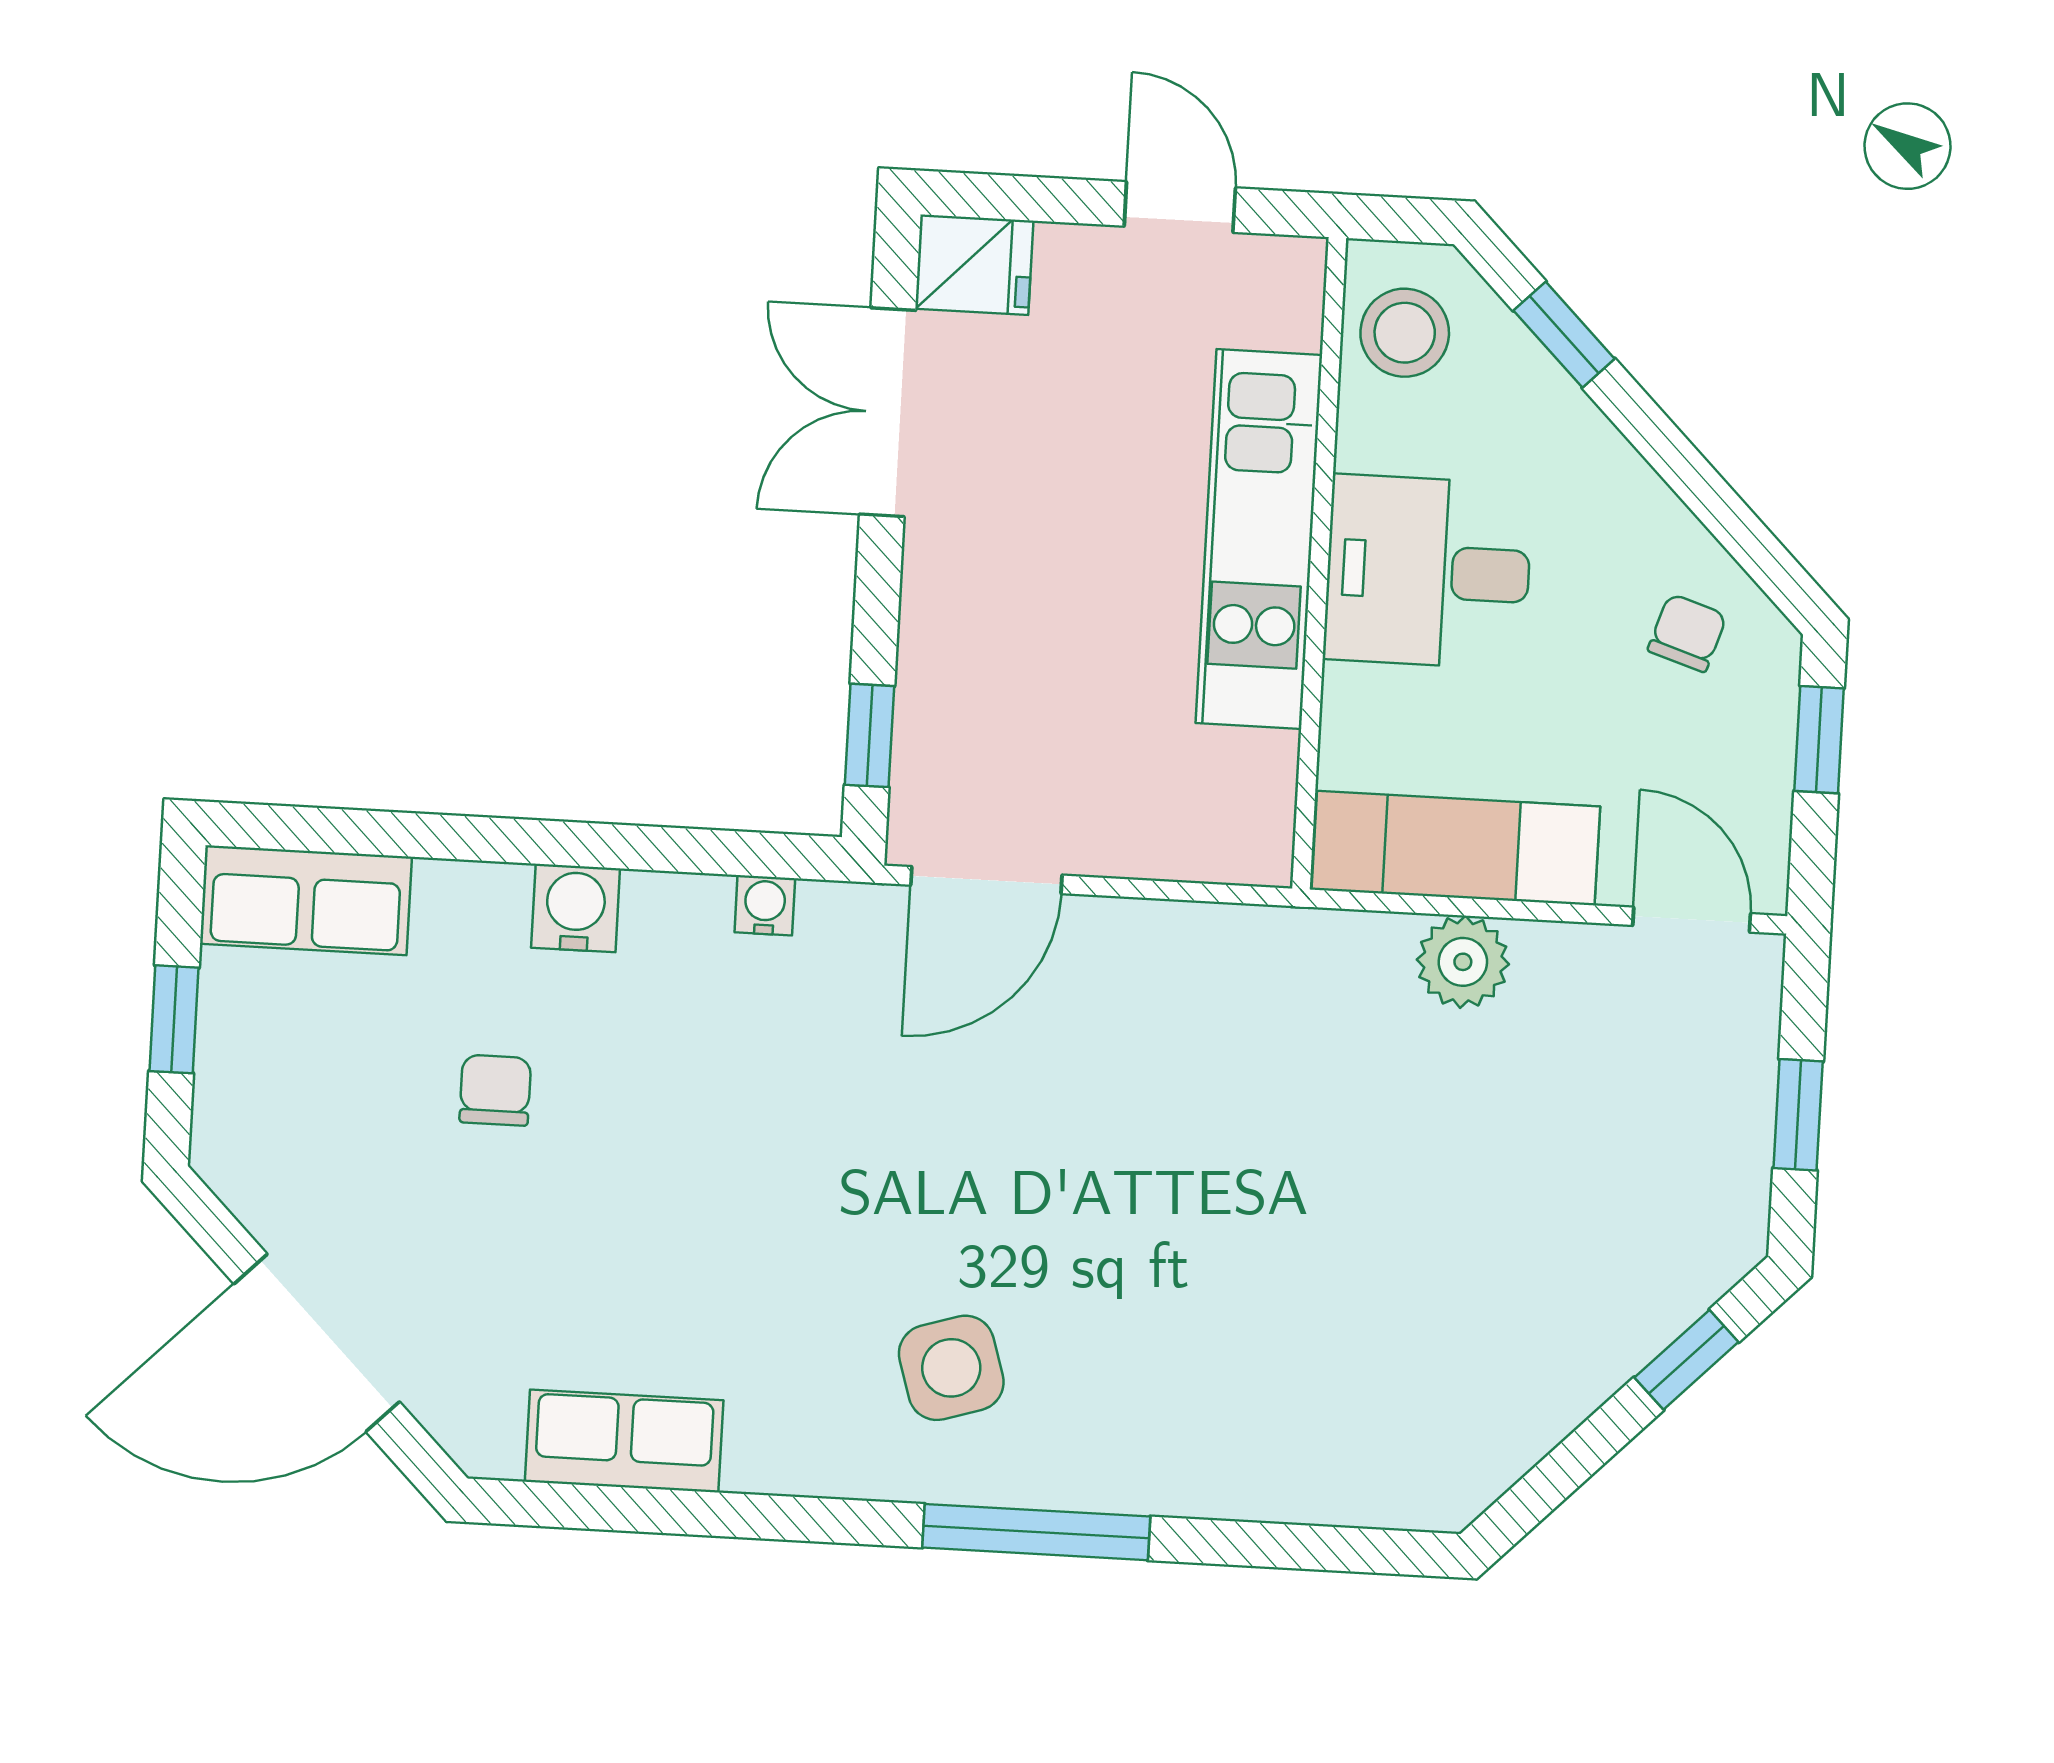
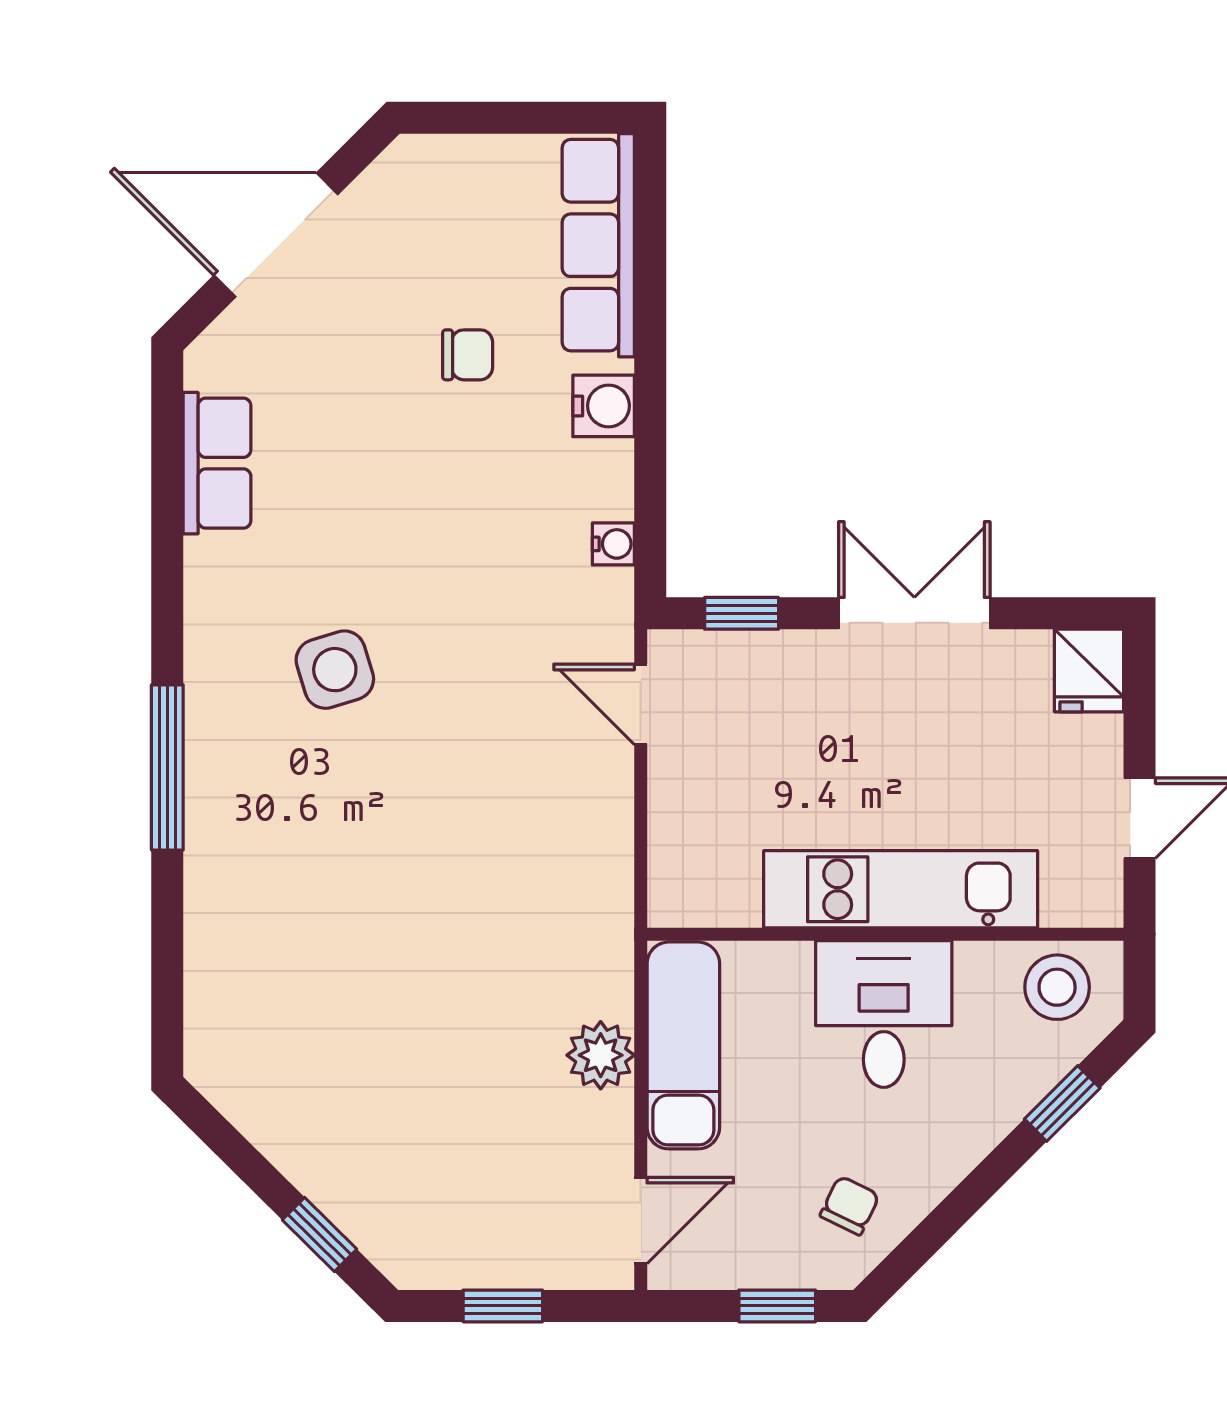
double door: (888, 412) -> (914, 613), moved
chair: (1687, 633) -> (850, 1205), turned -82
door: (986, 880) -> (641, 704), width x0.73
row of seats: (306, 900) -> (598, 245), width x1.48
window: (174, 1019) -> (506, 118), removed
door: (317, 1343) -> (276, 235), hinge flipped
side table: (951, 1368) -> (335, 670), moved

